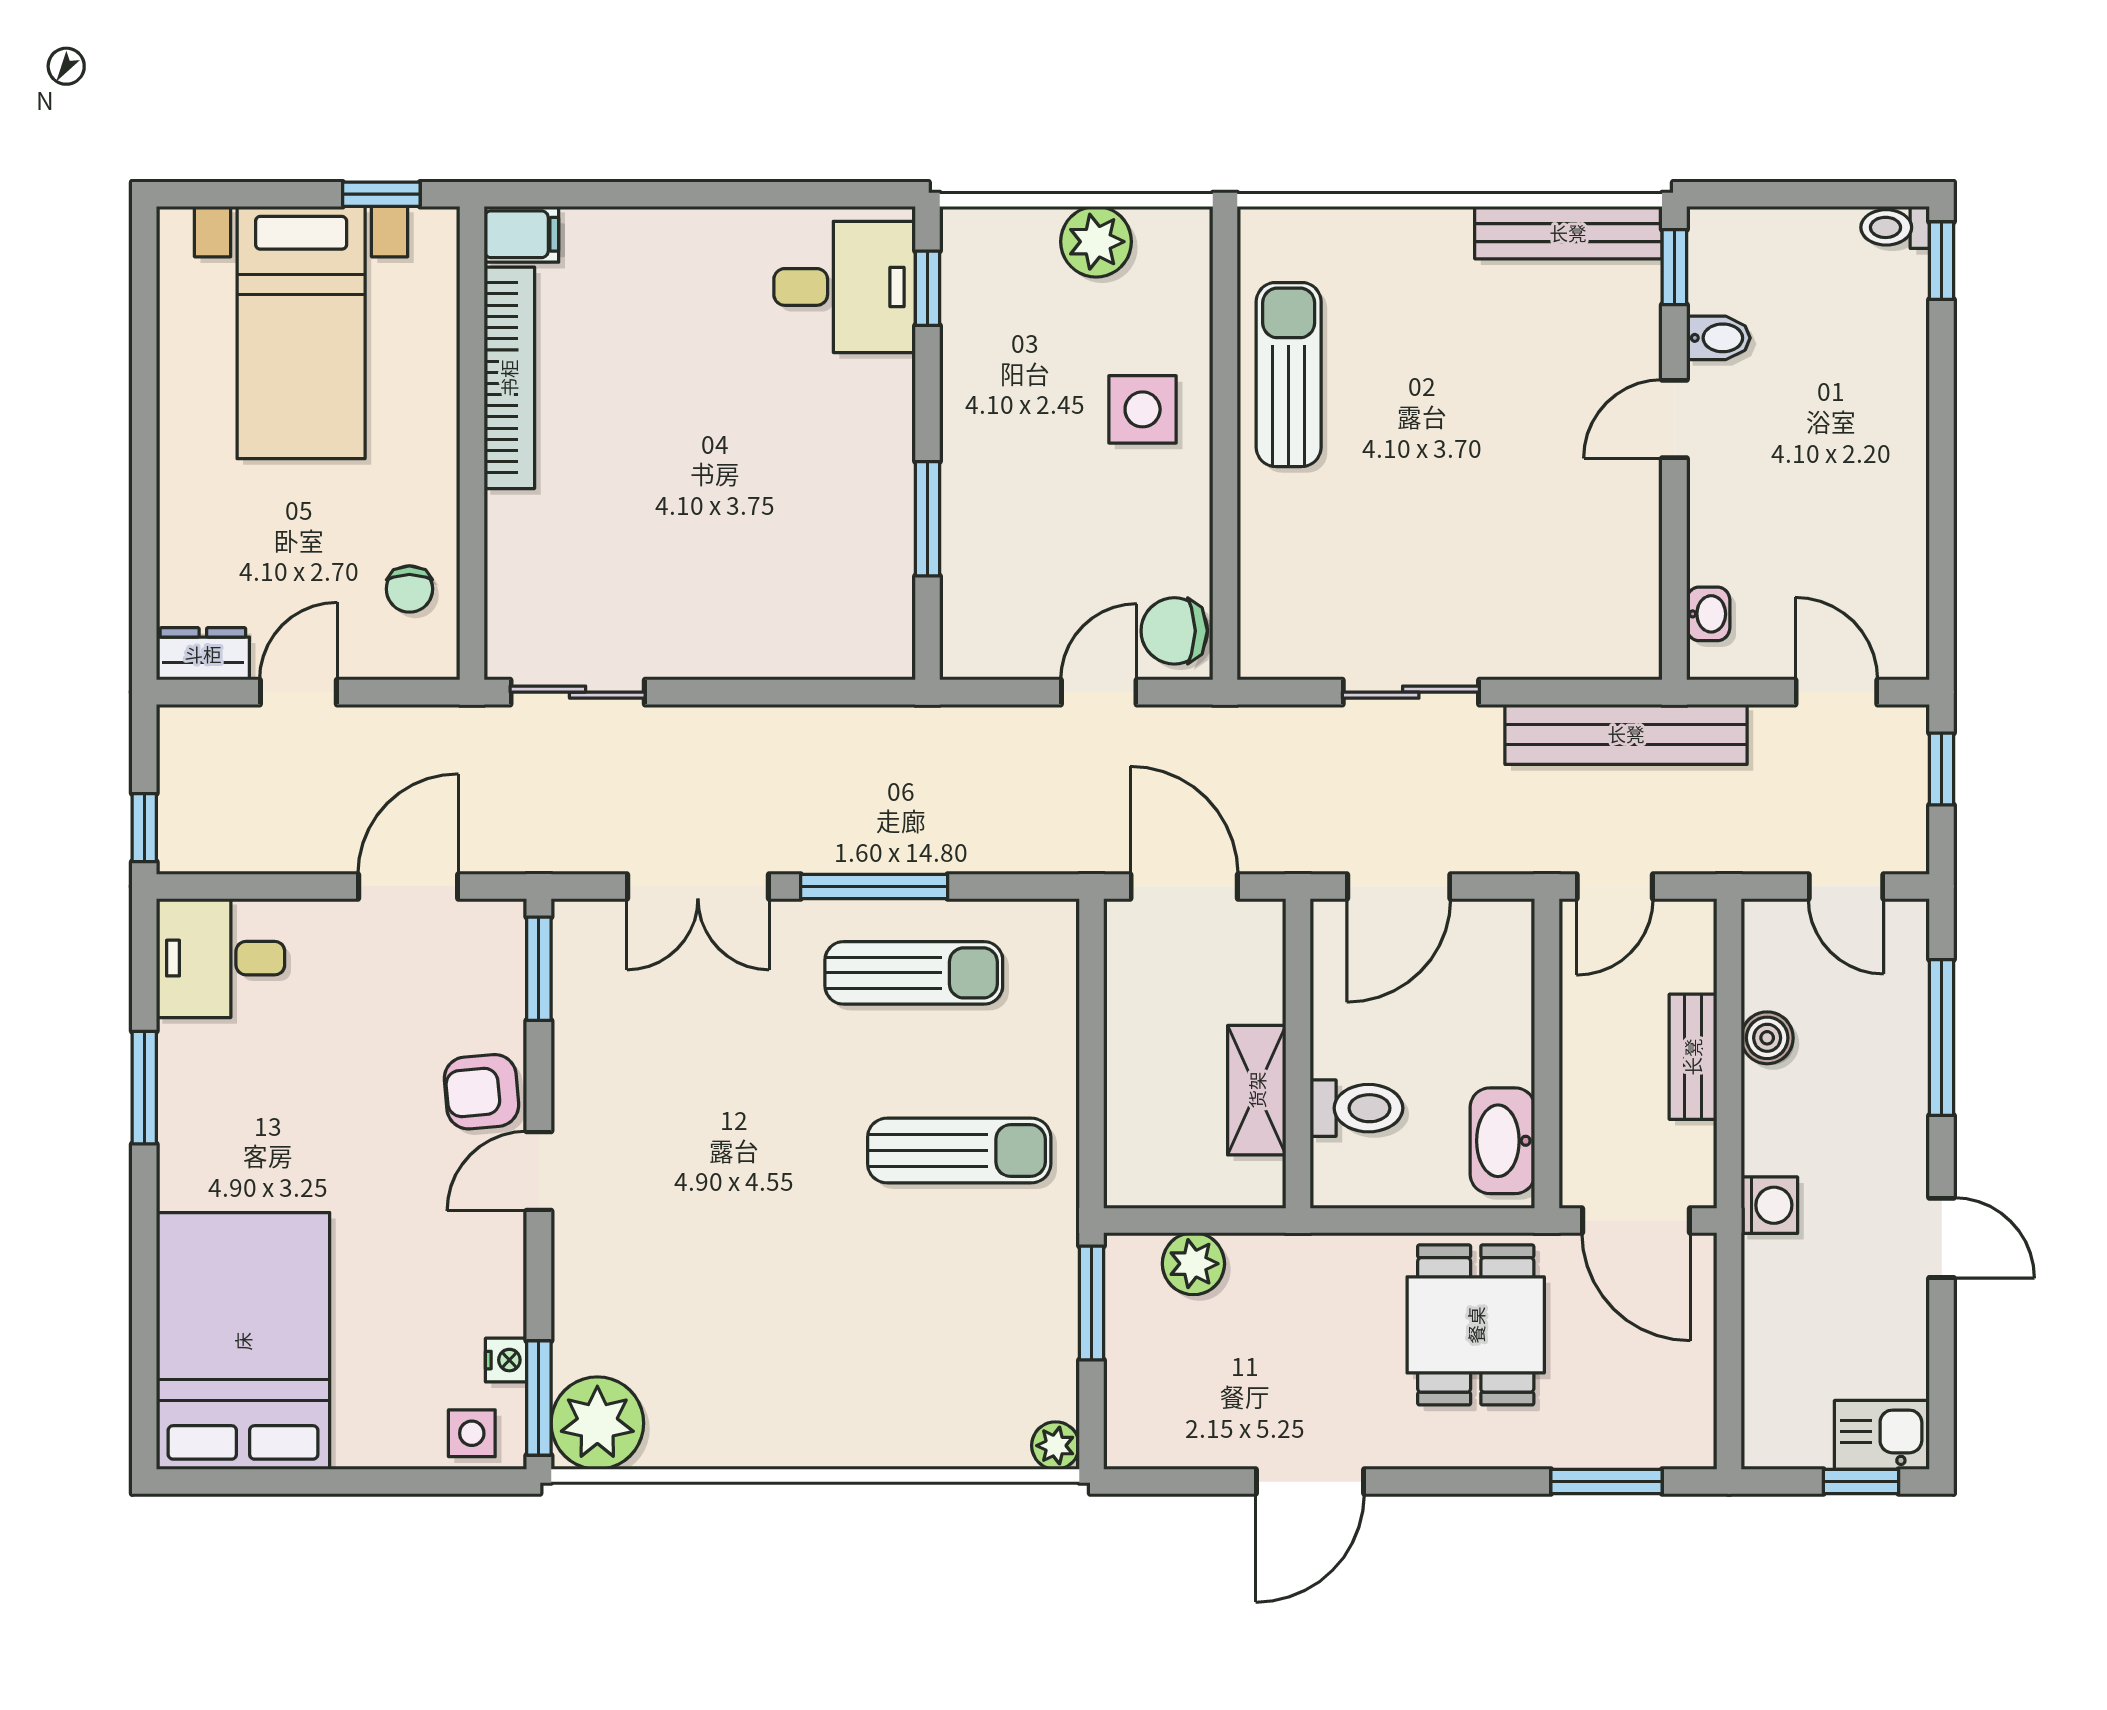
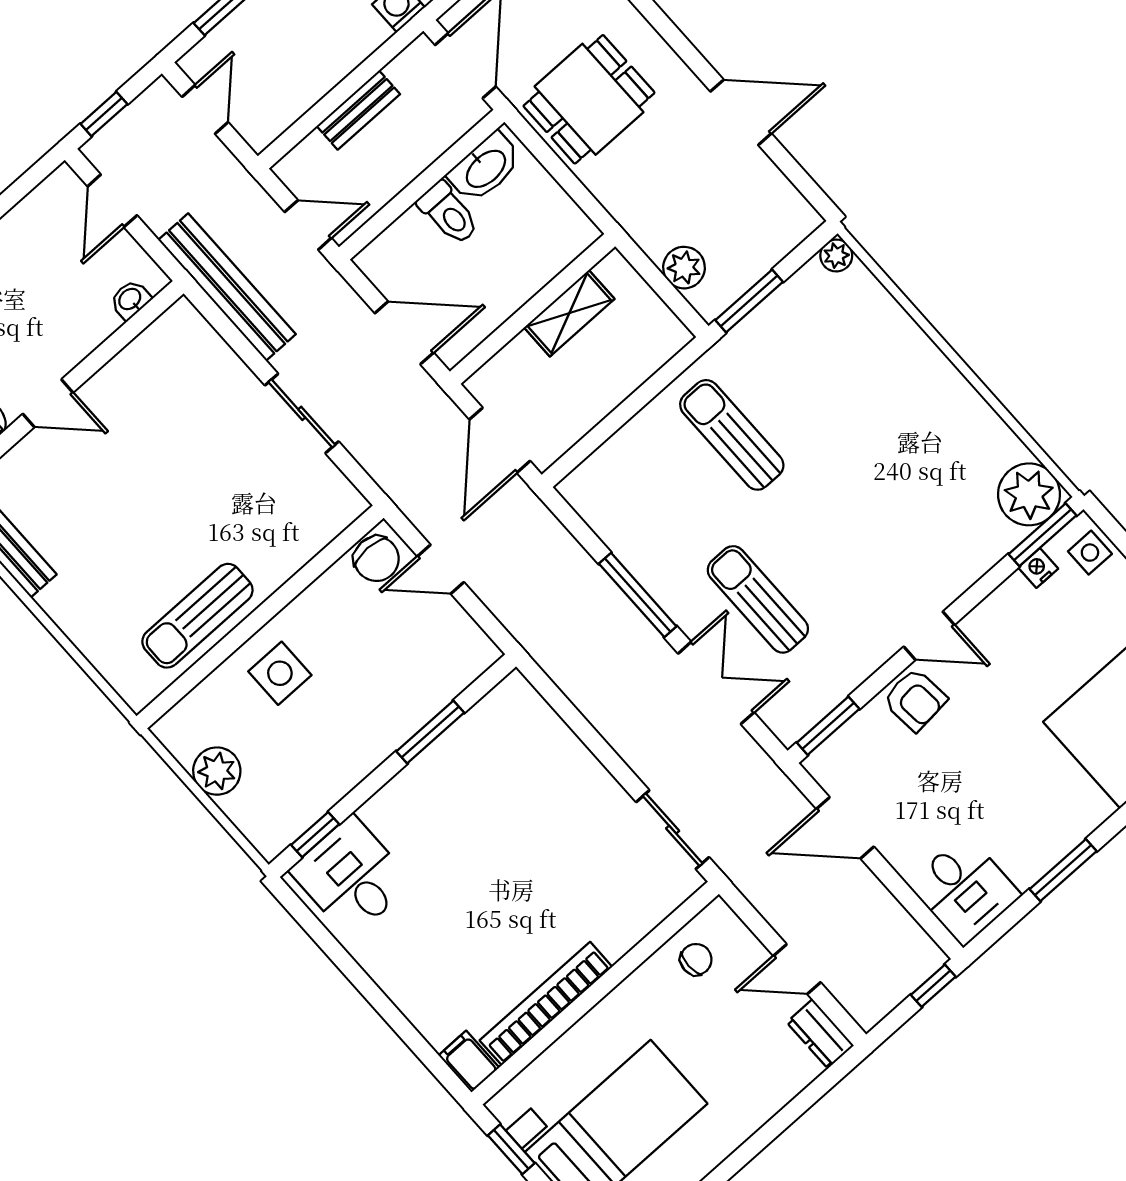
sun lounger: (914, 973) -> (758, 599), moved
boiler: (1767, 1038) -> (316, 81), removed
toilet: (1356, 1108) -> (449, 213), moved, turned 180

